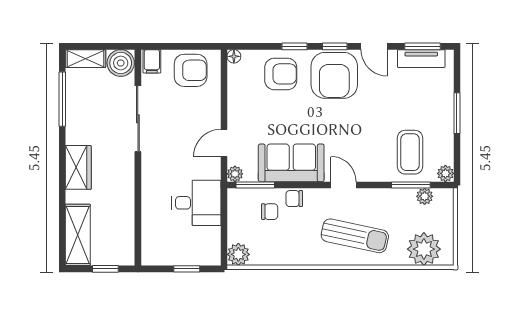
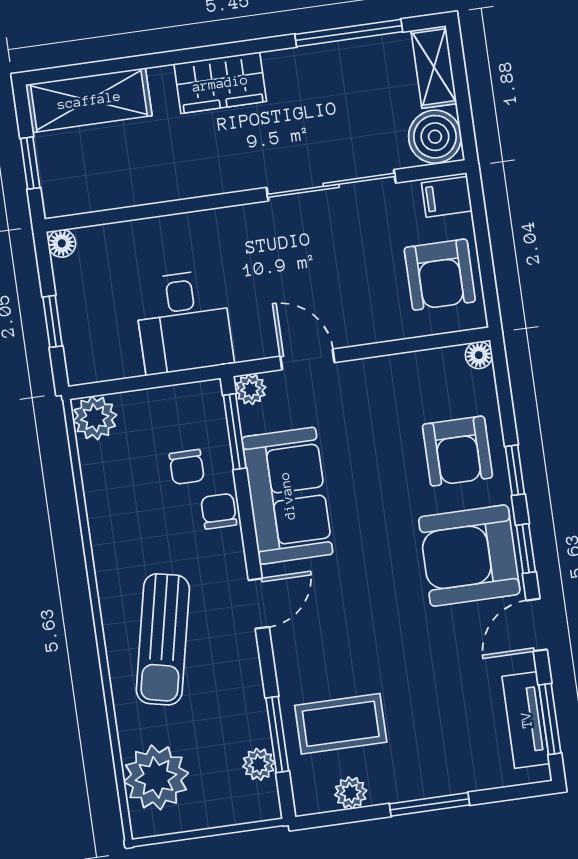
plant: (445, 173) -> (351, 793), moved
floor lamp: (148, 259) -> (62, 243), added

